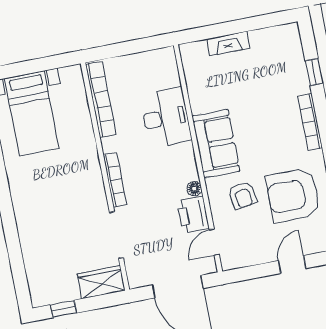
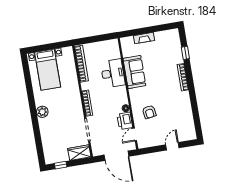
sofa: (216, 144) -> (134, 72), moved
armchair: (293, 195) -> (174, 113), removed
plant: (23, 200) -> (42, 112), added

